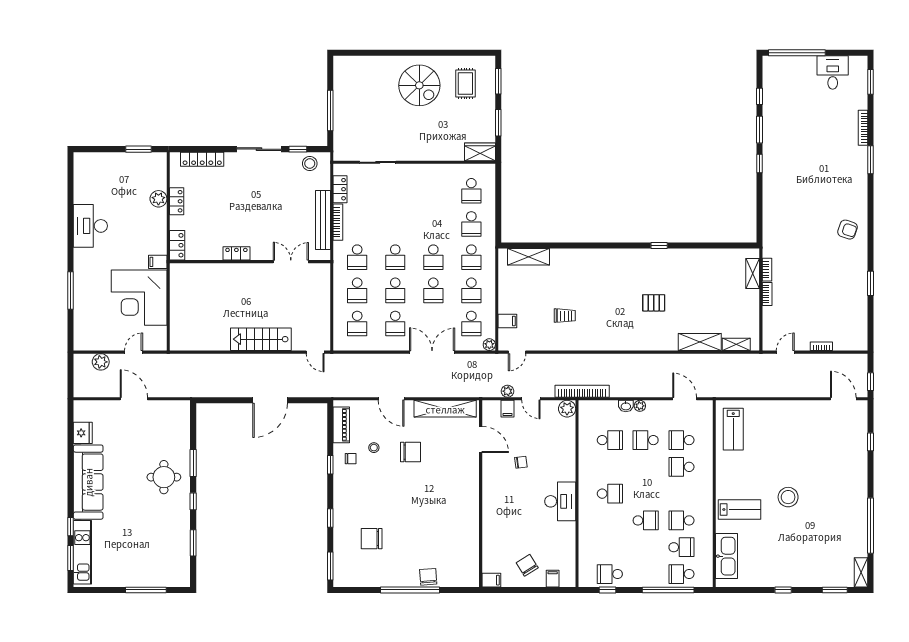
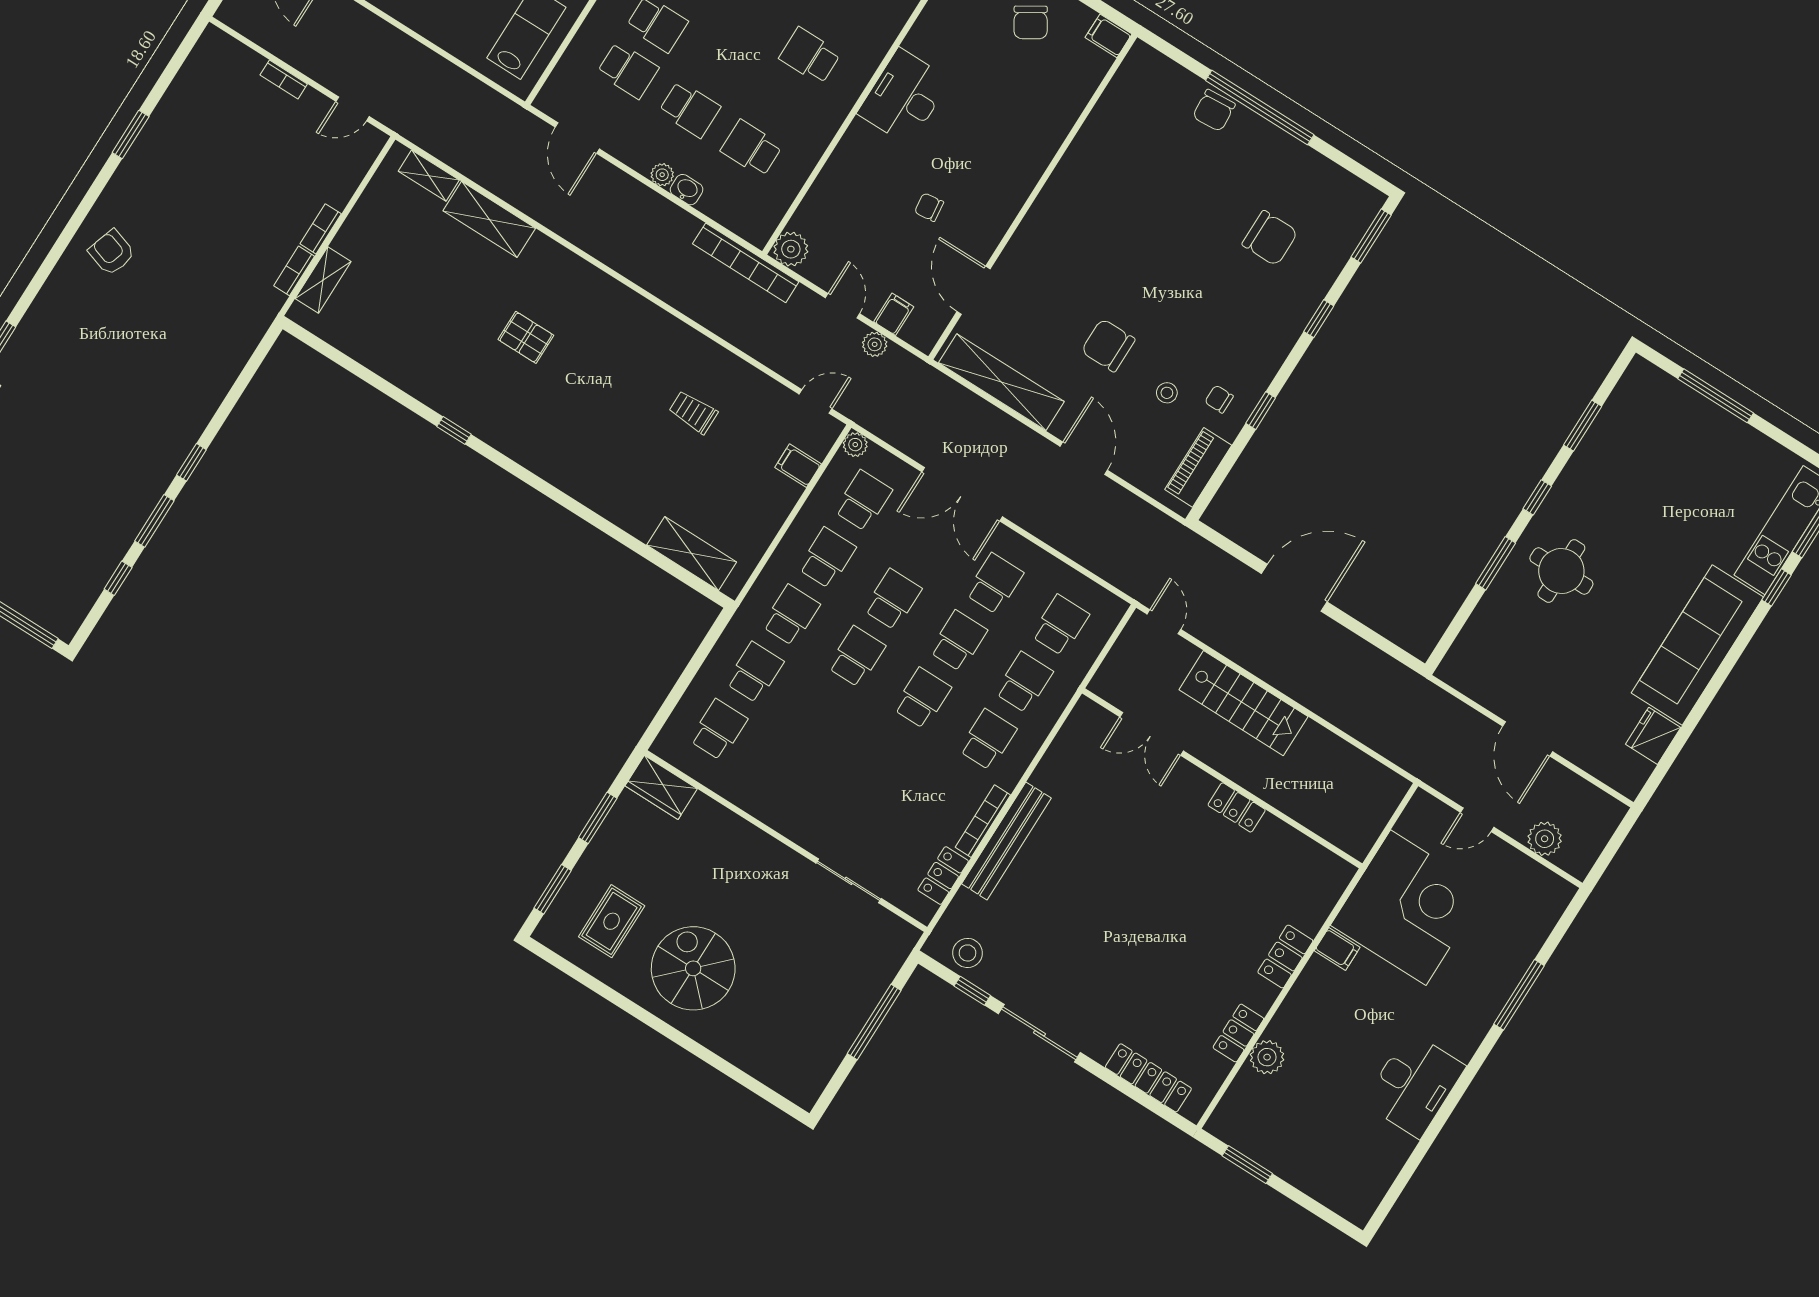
locker: (236, 253) -> (1237, 807), moved
wall: (250, 262) -> (1222, 778), moved
double door: (291, 262) -> (1152, 734), moved

